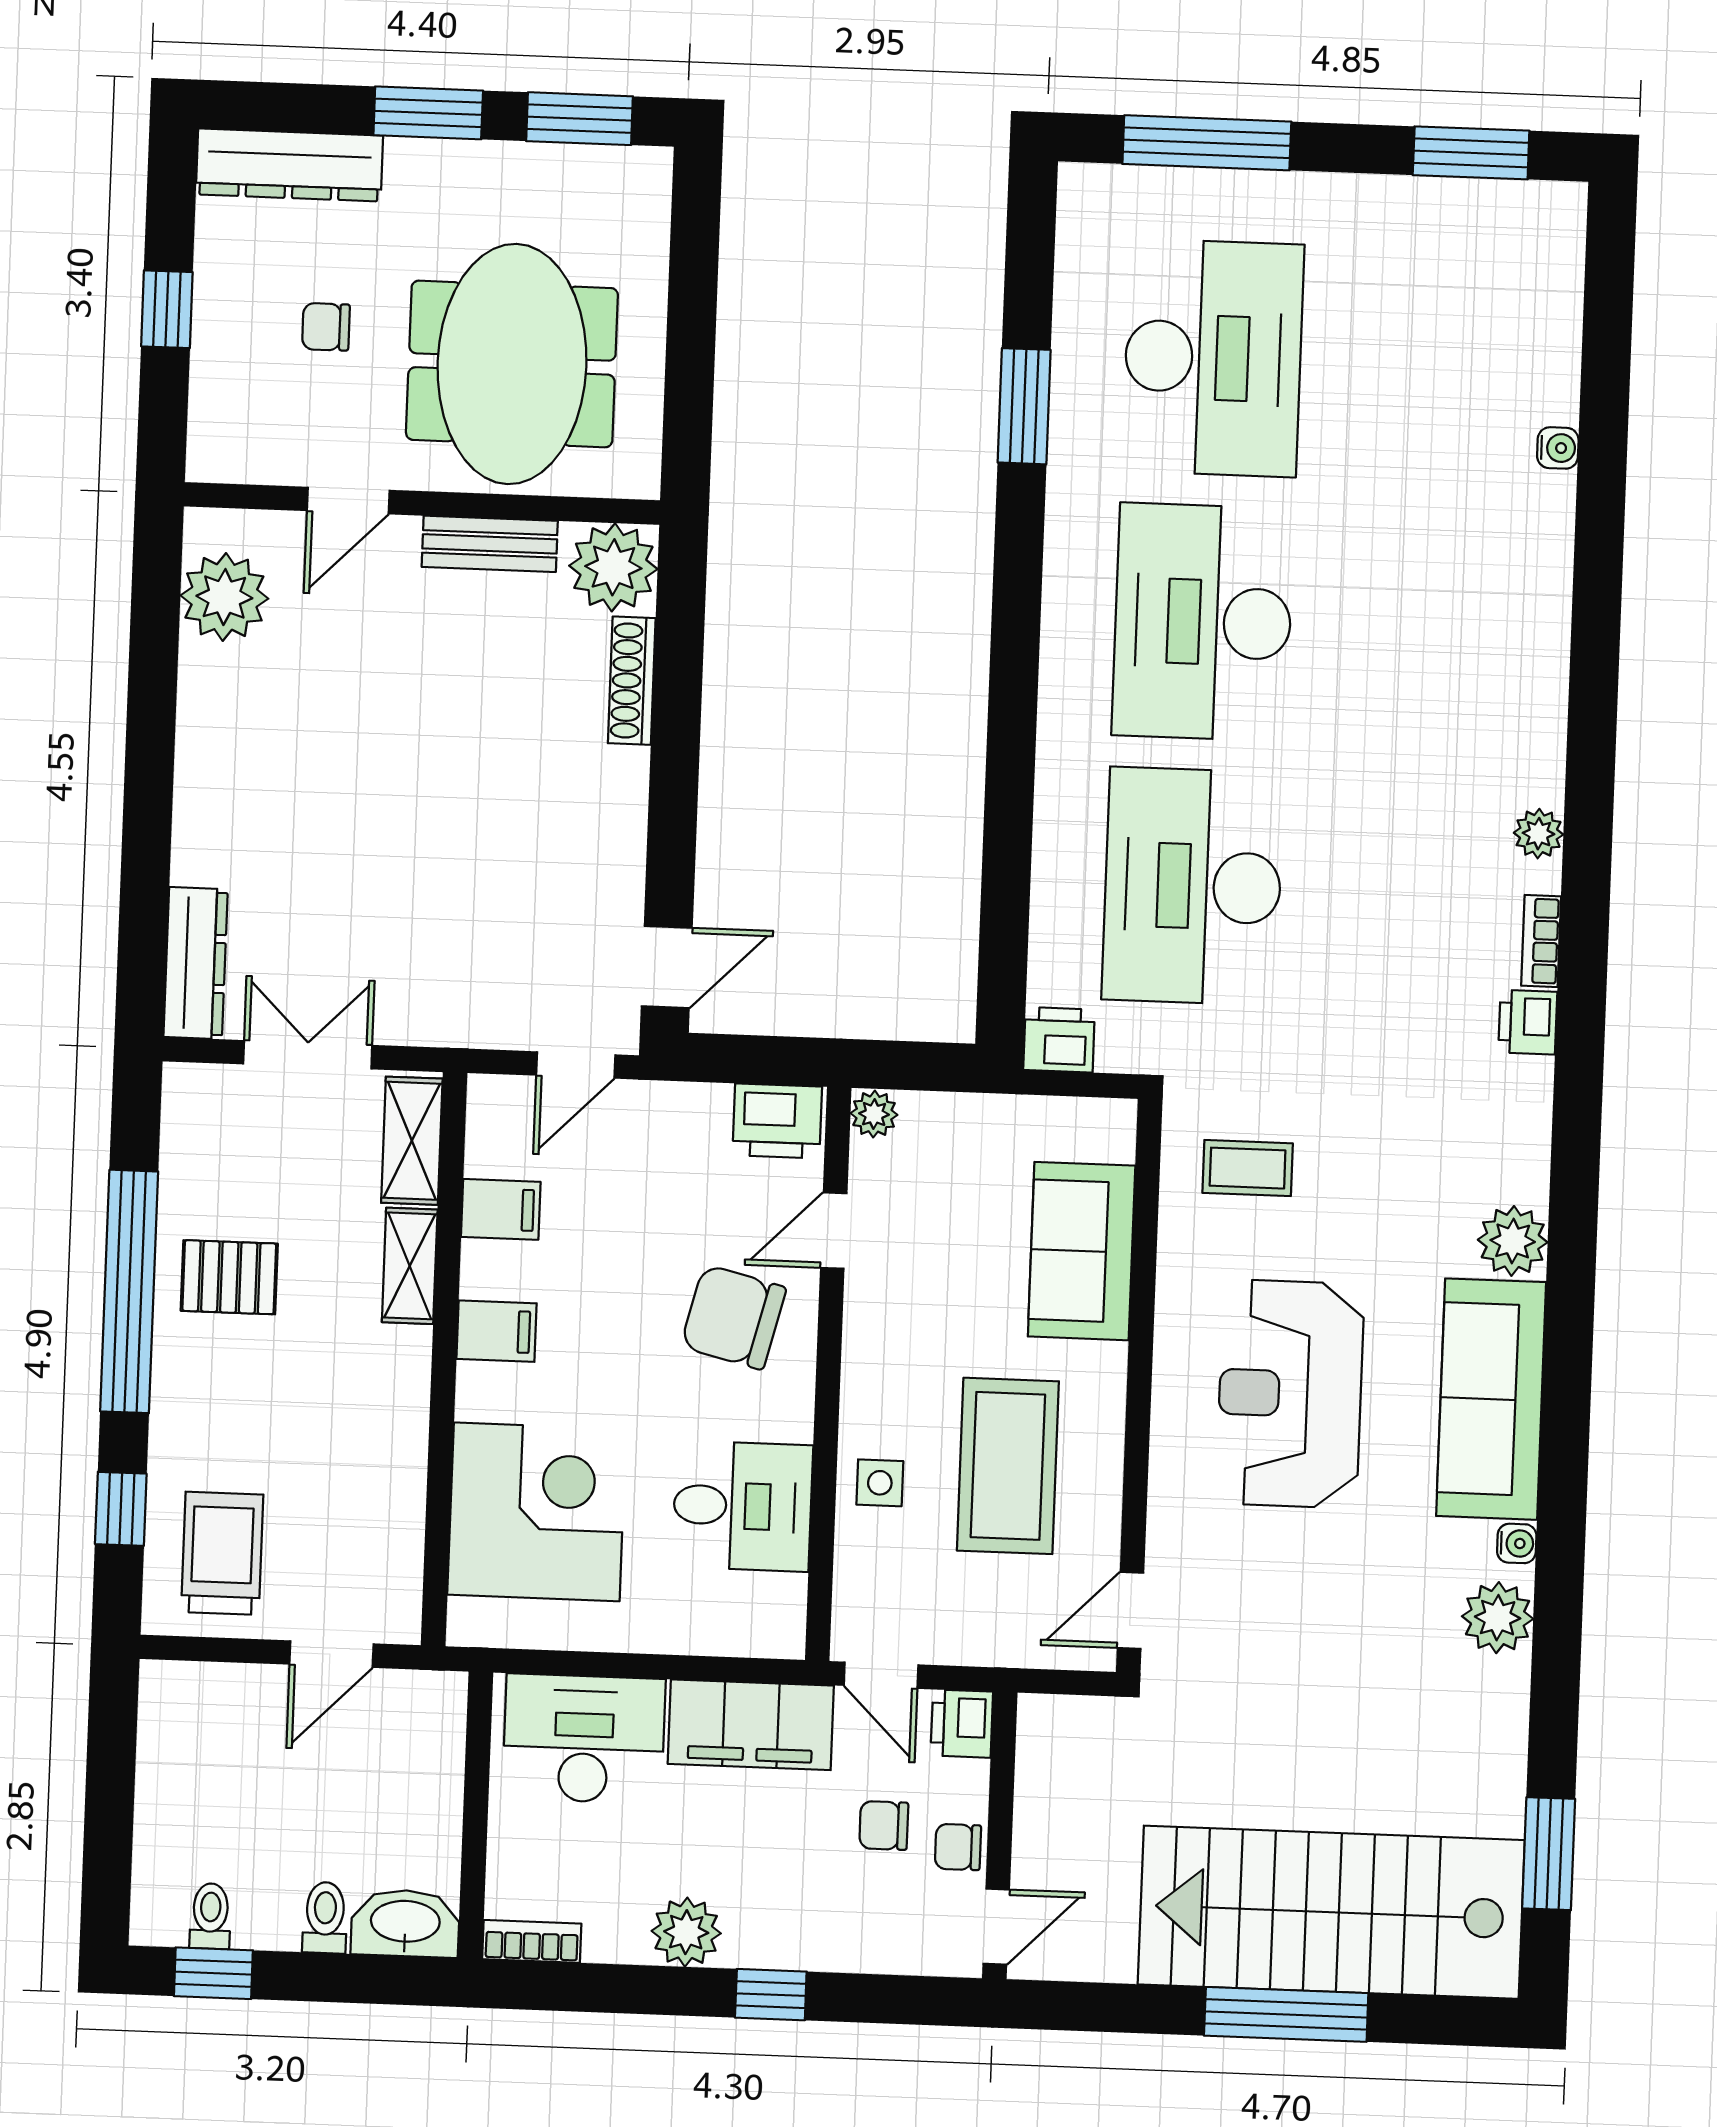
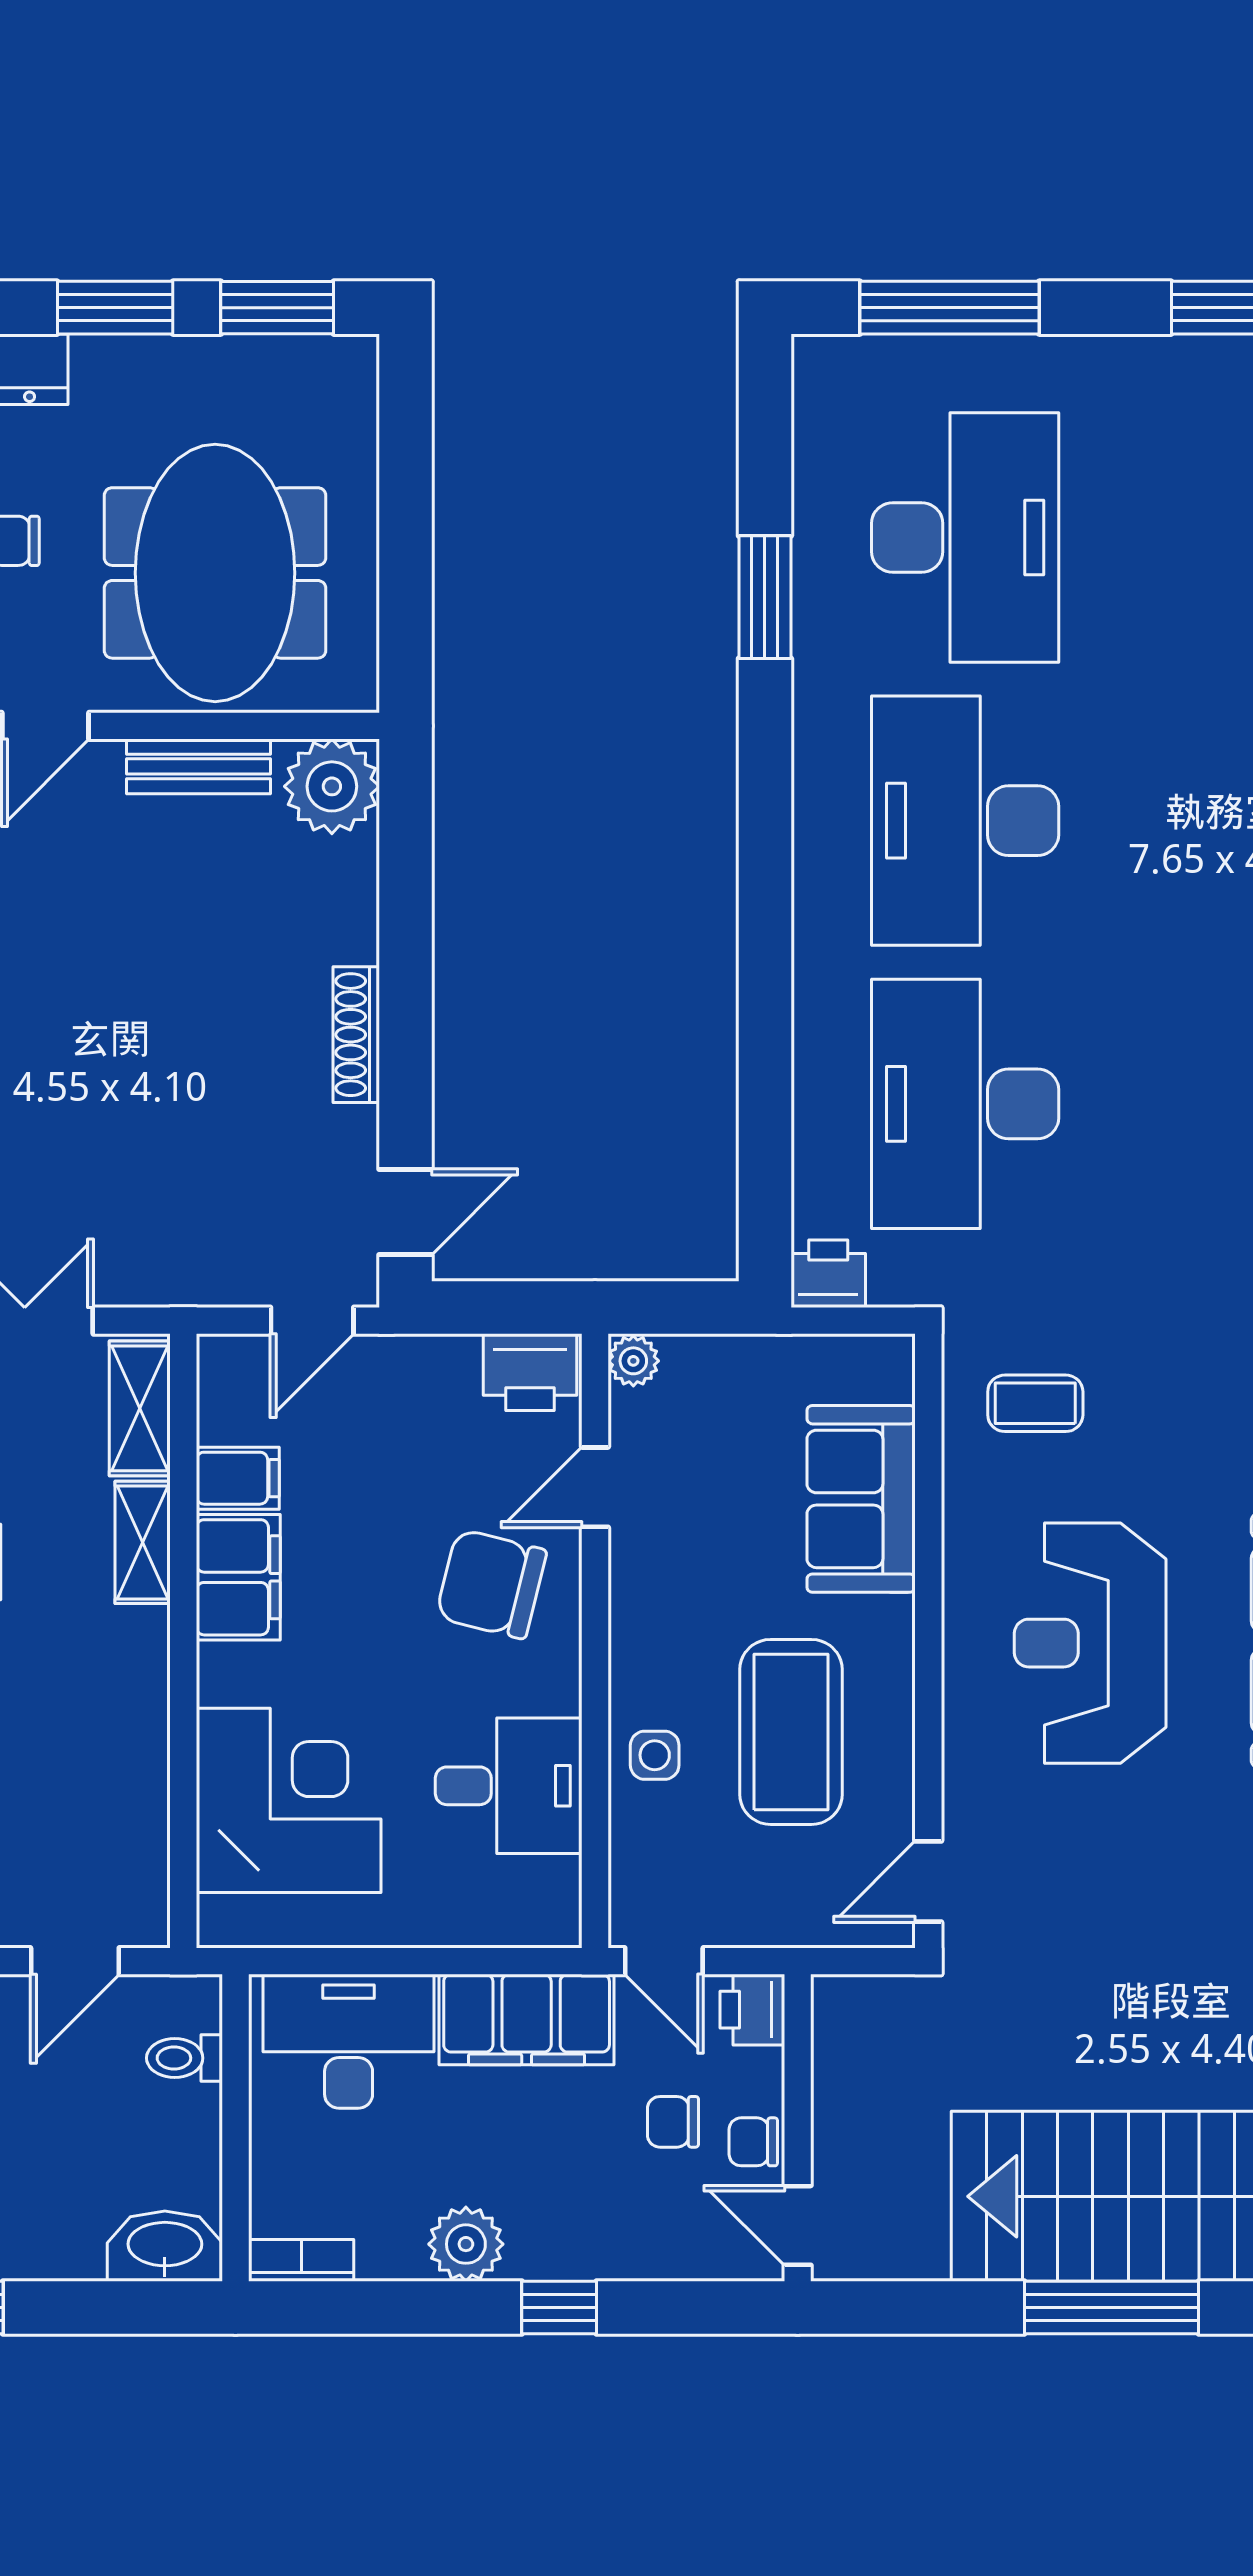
shoe rack: (632, 681) -> (356, 1035), moved
filing cabinet: (496, 1331) -> (238, 1577), width x2.00
toilet: (325, 1918) -> (185, 2058), moved, turned -90
door: (996, 1927) -> (798, 2225), swing flipped

